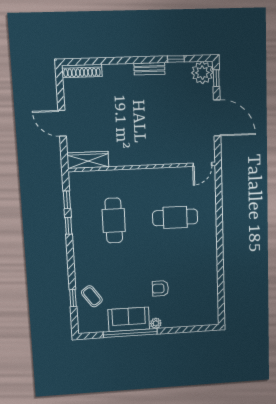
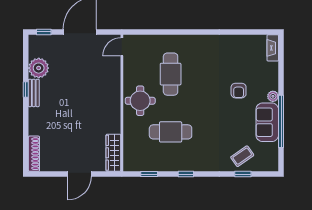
window: (176, 59) -> (26, 89), moved
plant: (202, 73) -> (39, 68), moved
door: (202, 164) -> (122, 47), swing flipped
round table: (146, 187) -> (140, 101), added
window: (68, 226) -> (186, 174), moved
fireplace: (205, 320) -> (273, 48), added

